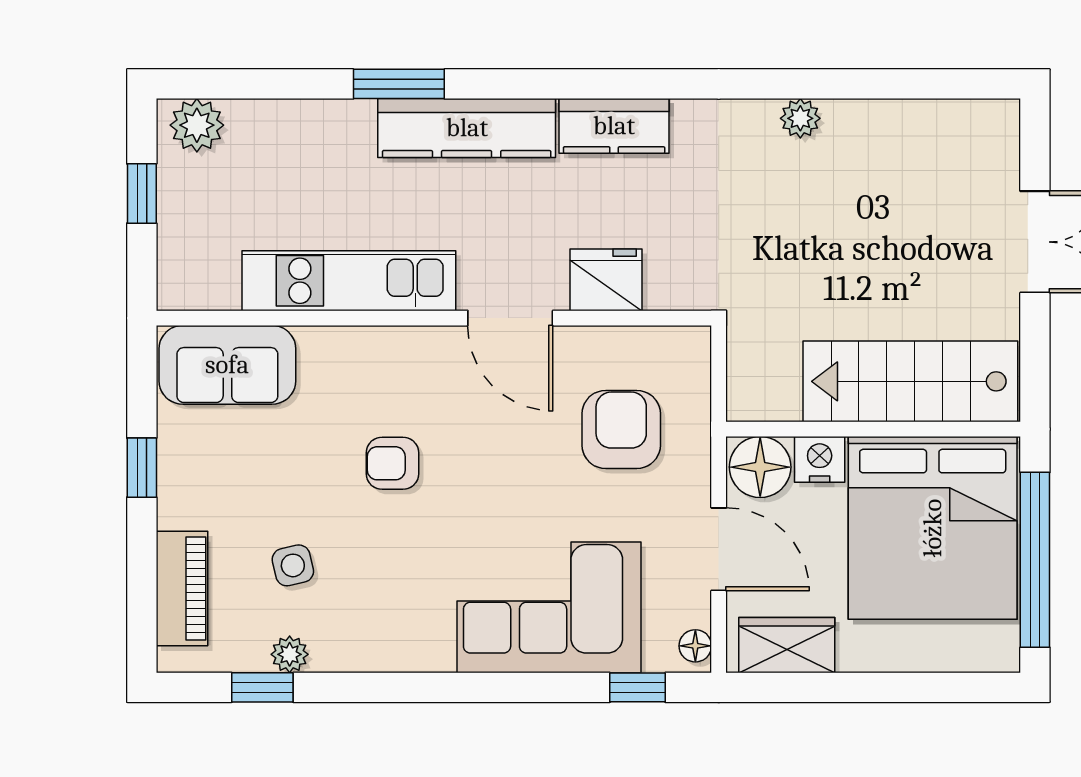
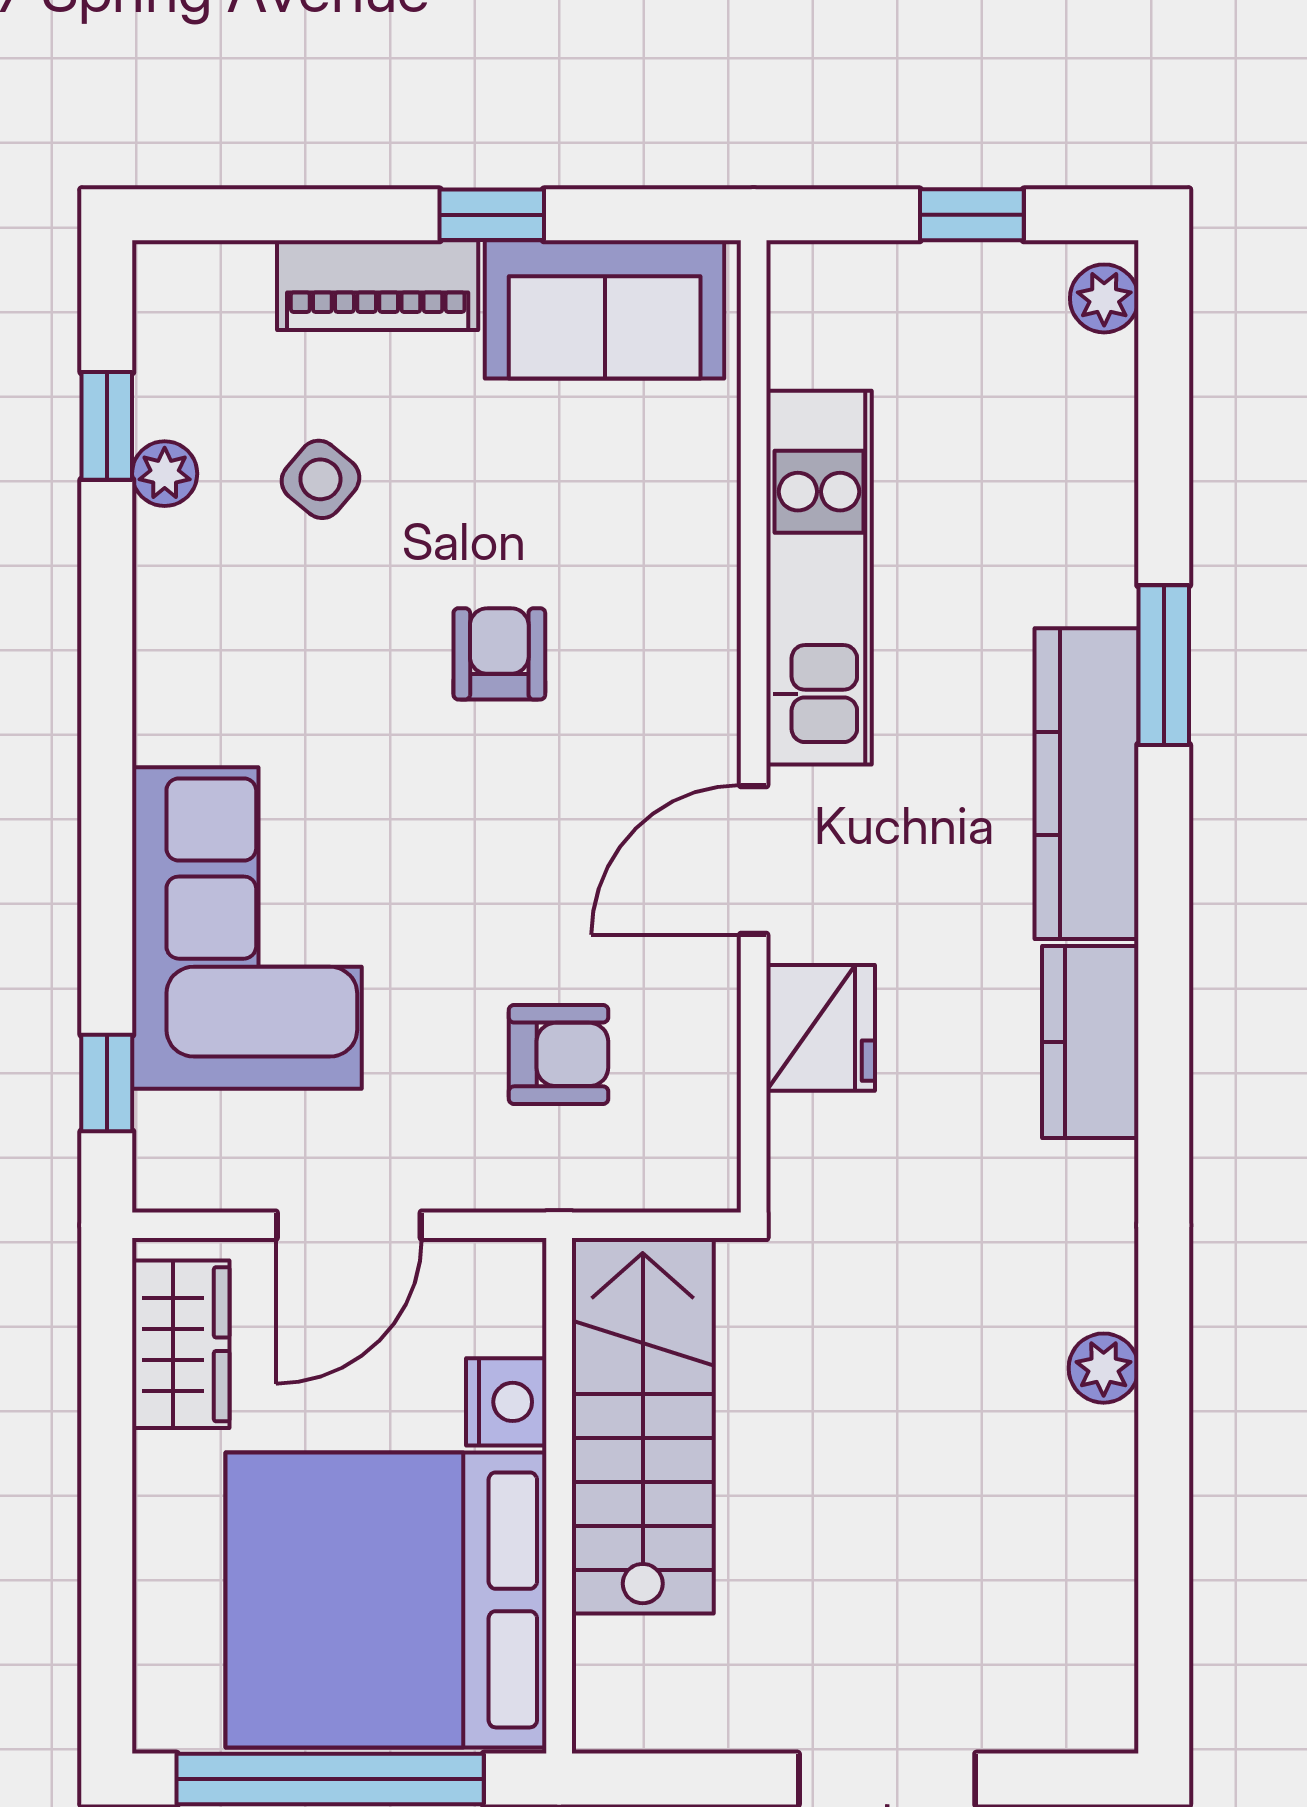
plant: (197, 125) -> (1104, 298), width x0.73, depth x0.73
sofa: (227, 365) -> (605, 309), moved, turned -90
stairs: (910, 381) -> (643, 1426), moved
armchair: (621, 429) -> (559, 1054), width x0.72, depth x0.72
floor lamp: (760, 467) -> (493, 1298), removed
side table: (293, 565) -> (320, 479), turned -37
piano: (182, 589) -> (378, 285), moved
floor lamp: (695, 646) -> (180, 1184), removed

